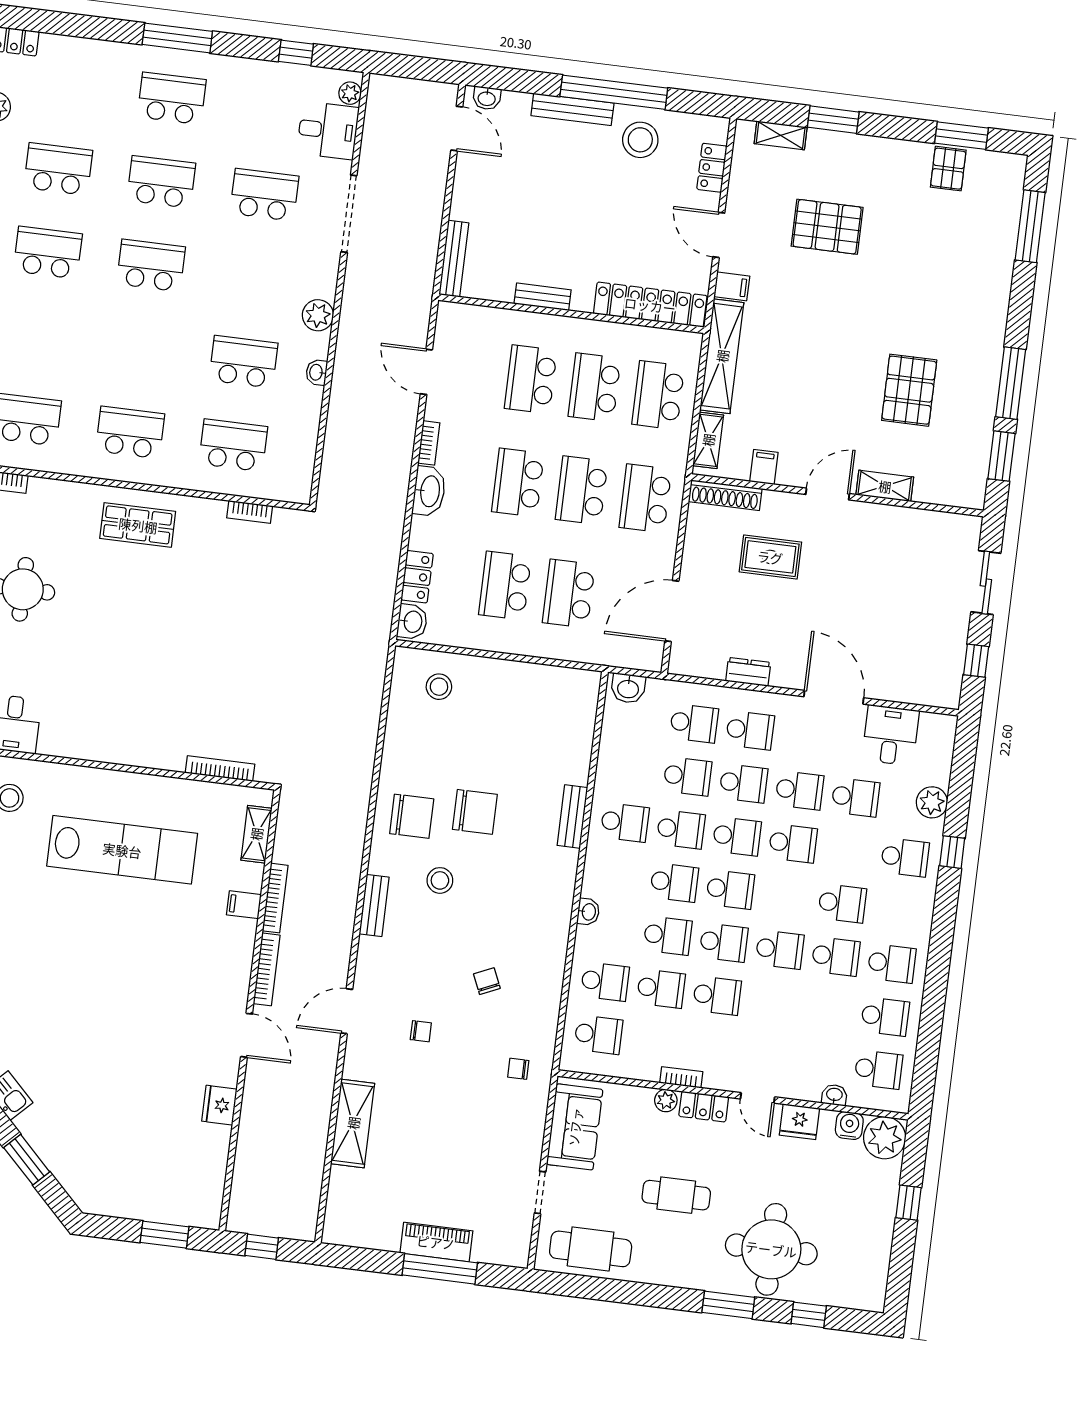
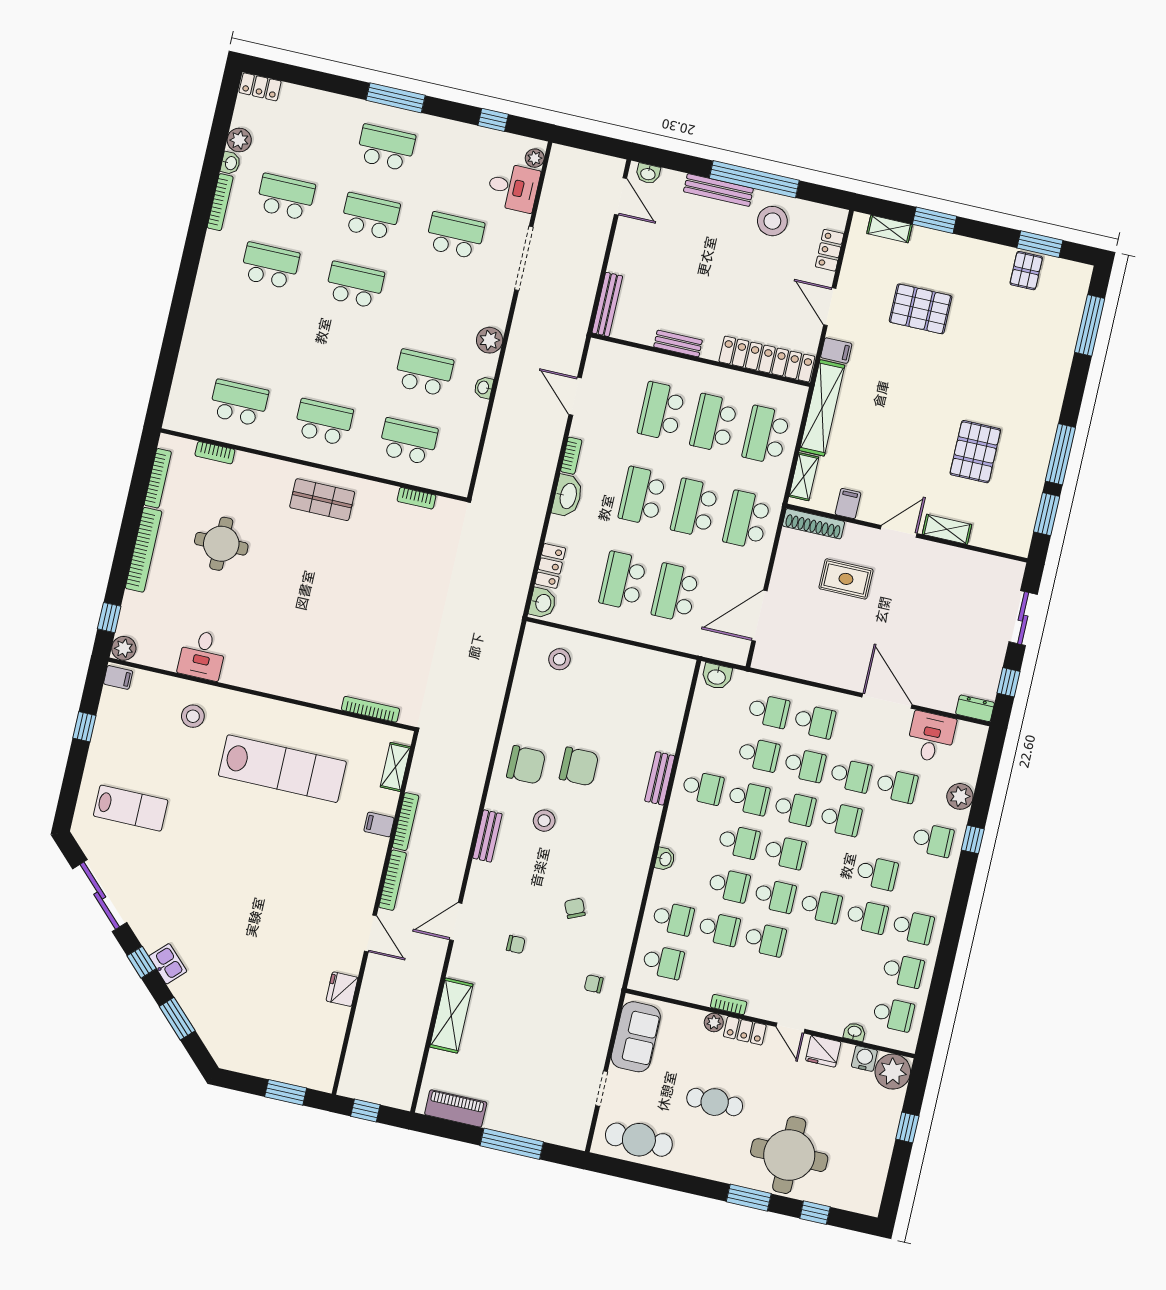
dresser: (748, 672) -> (975, 708), moved
piano: (436, 1242) -> (456, 1108), moved

